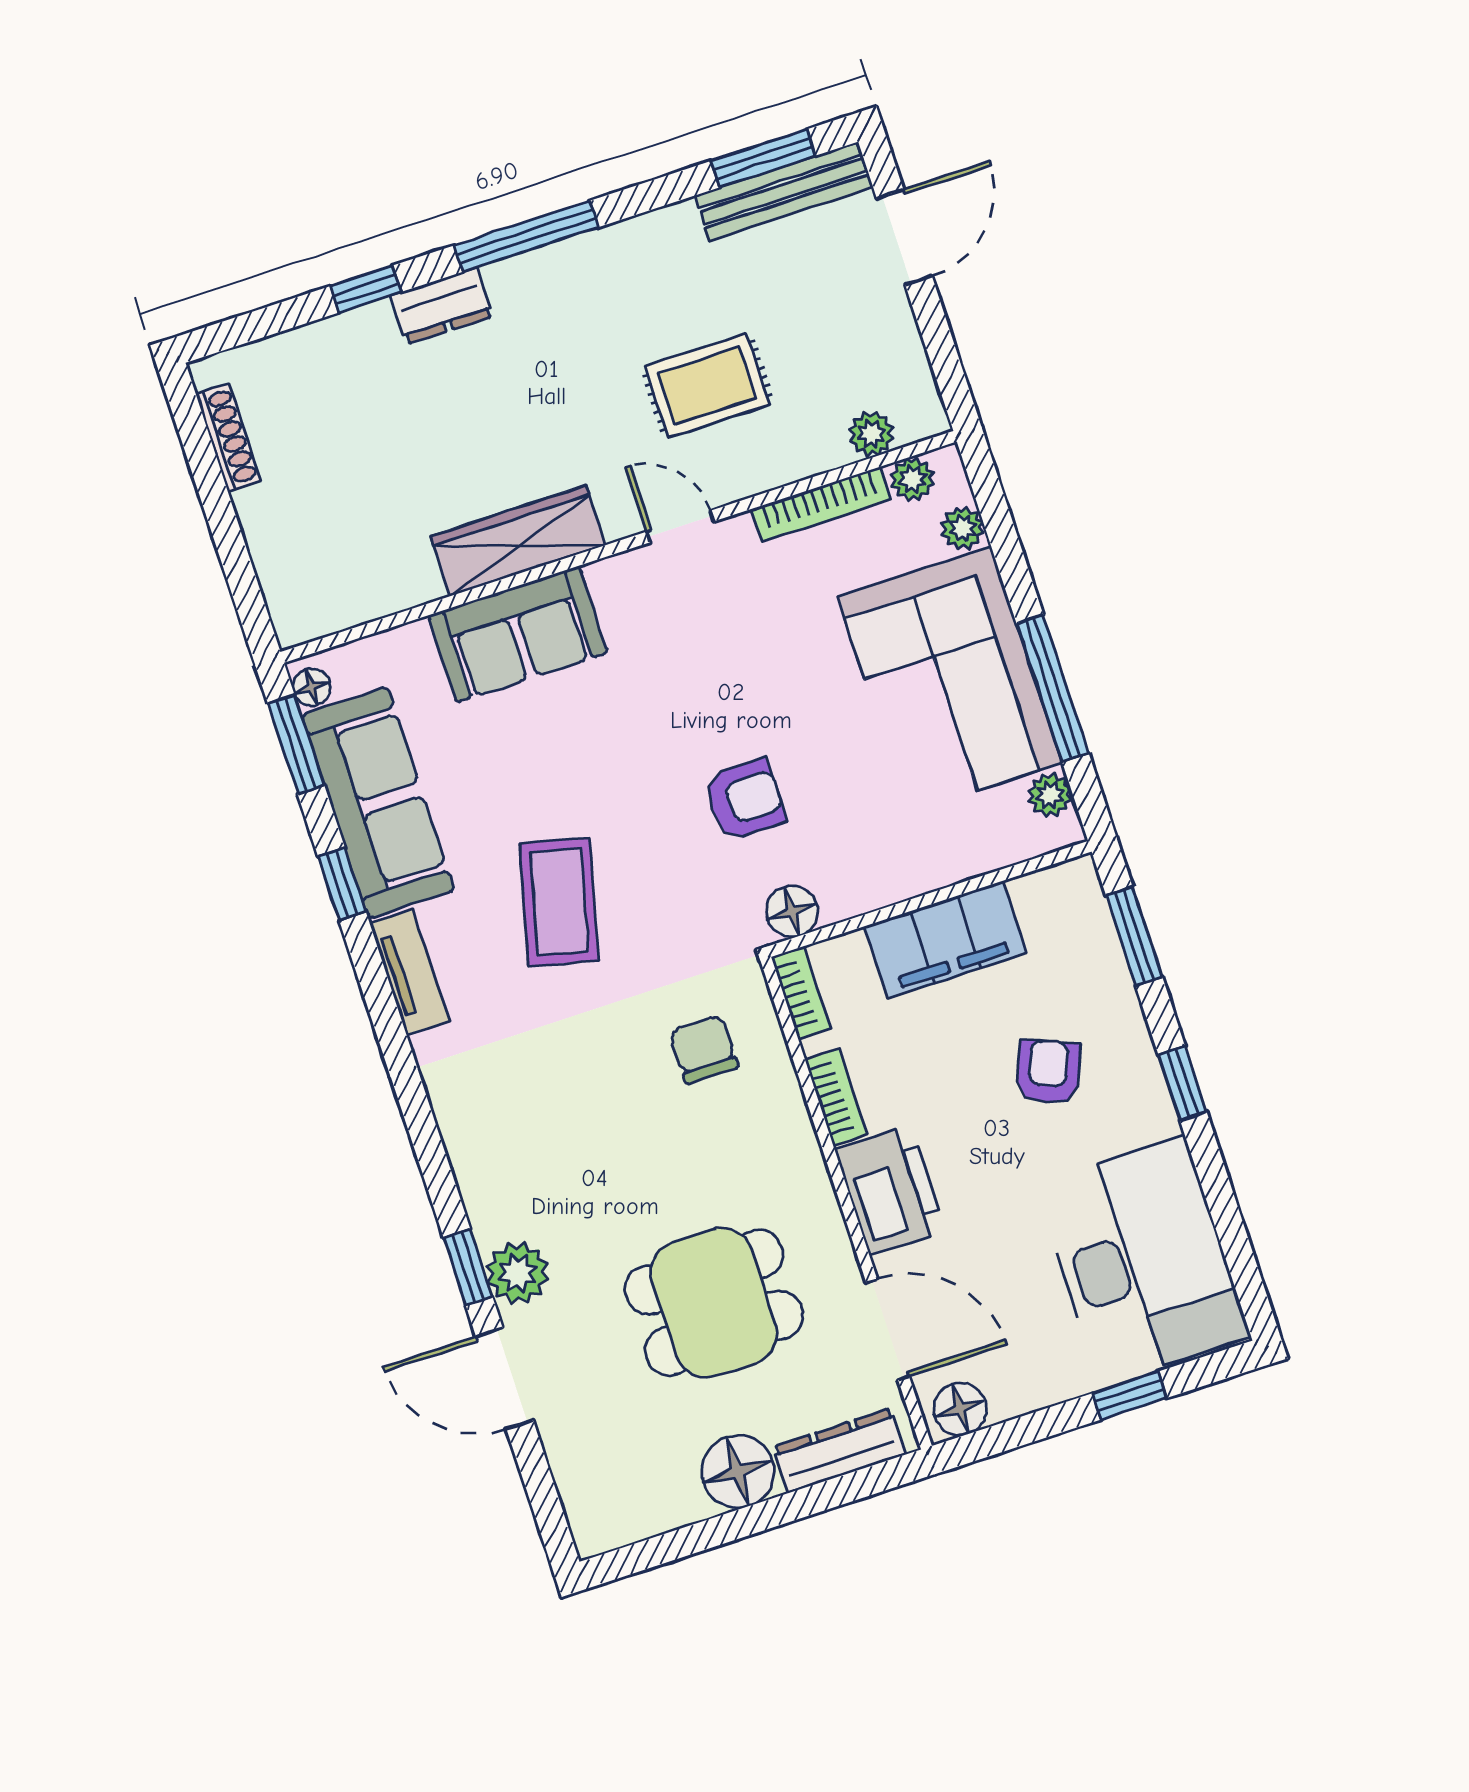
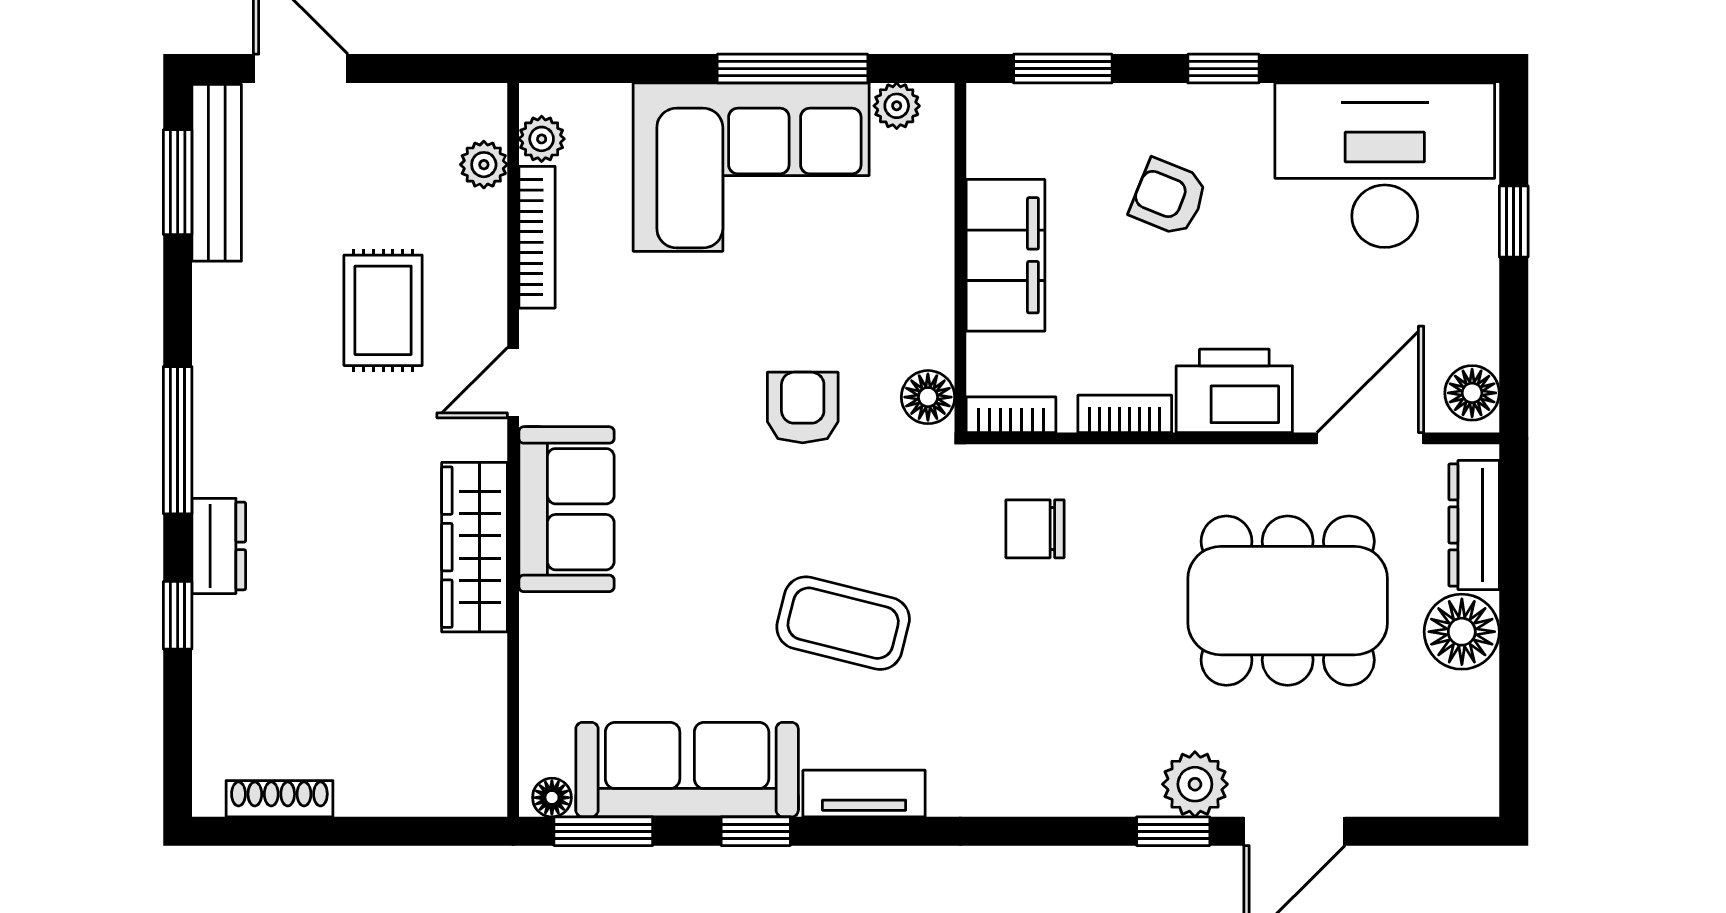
plant: (963, 528) -> (606, 105), removed
sofa: (518, 634) -> (566, 509), moved
dining table: (714, 1303) -> (1288, 601), width x1.38

